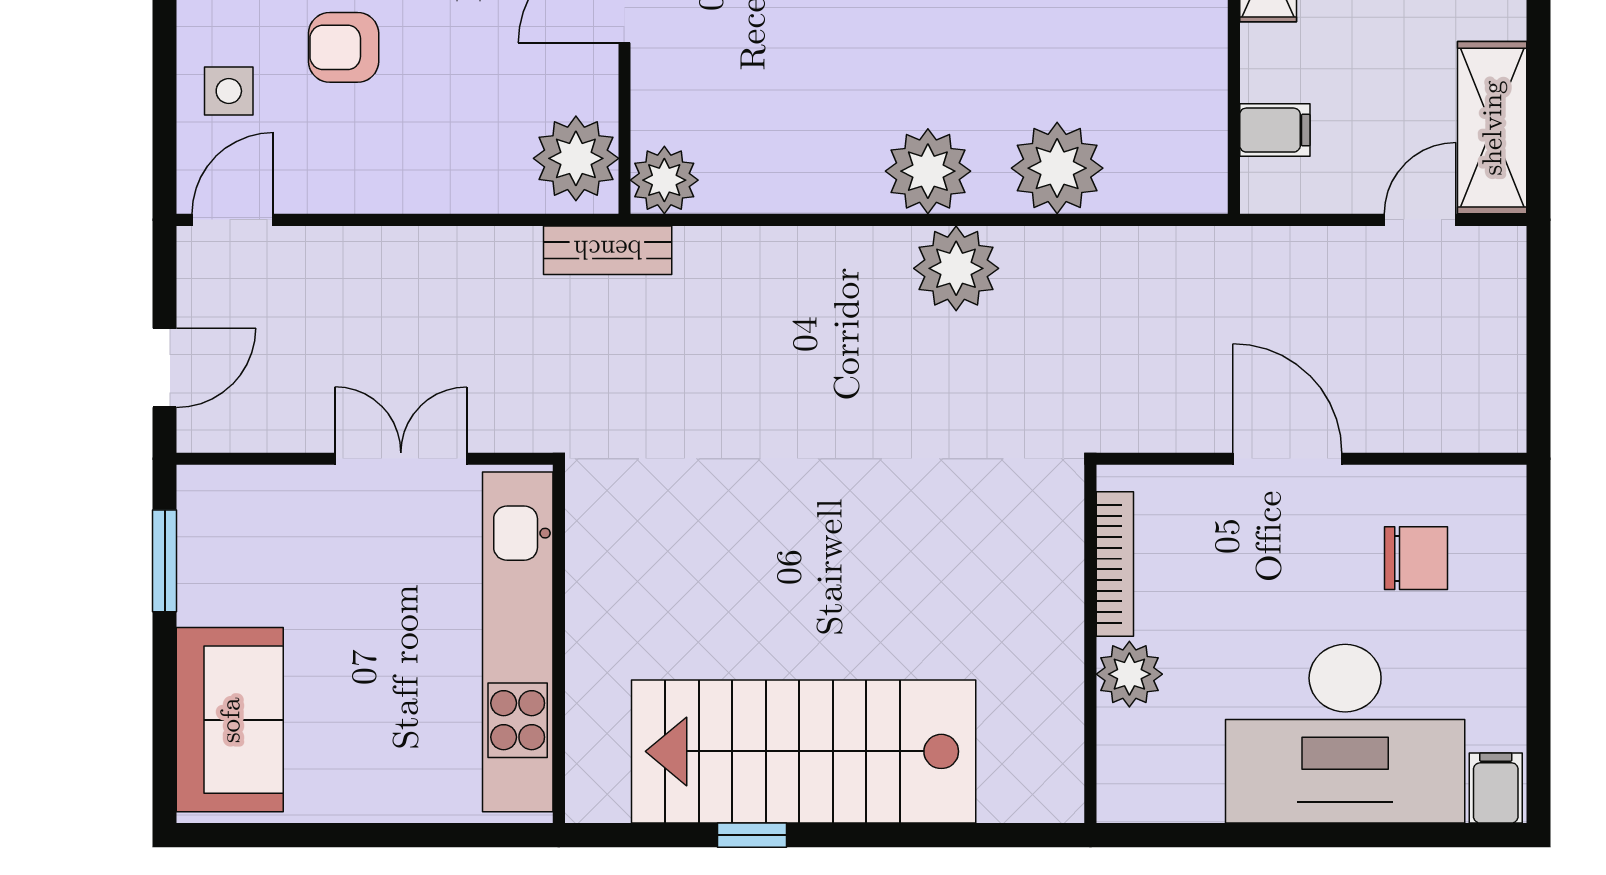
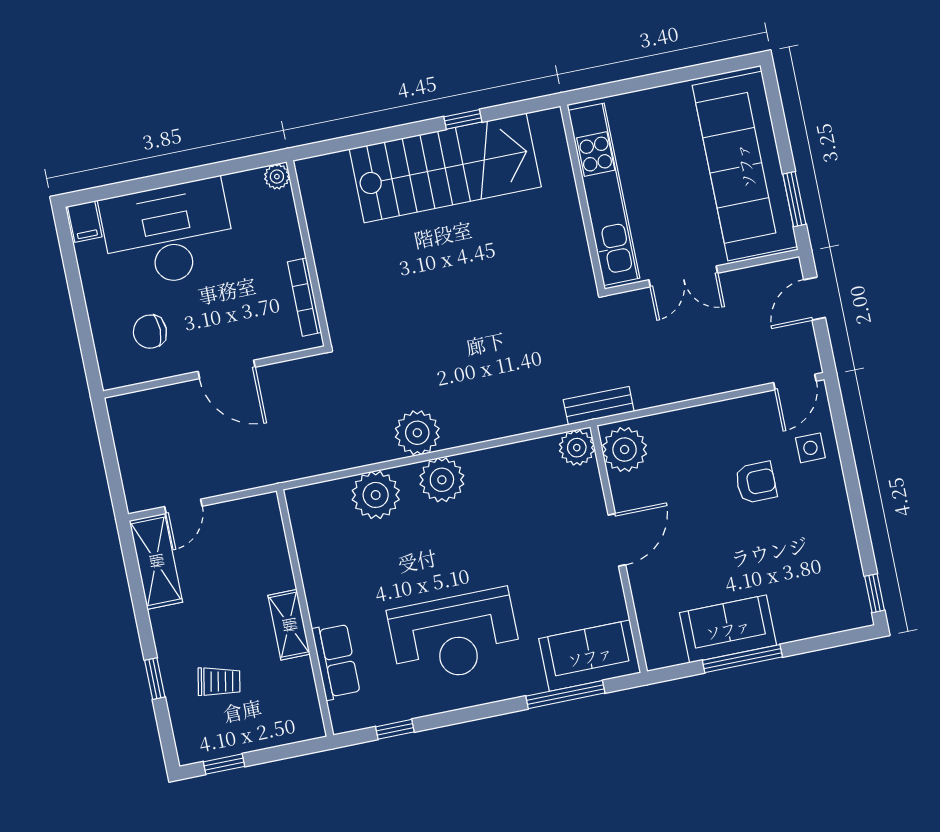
filing cabinet: (1275, 130) -> (268, 537), removed
plant: (1129, 674) -> (277, 177), moved, width x0.73, depth x0.73
sofa: (230, 720) -> (745, 166), width x1.85, depth x1.27

